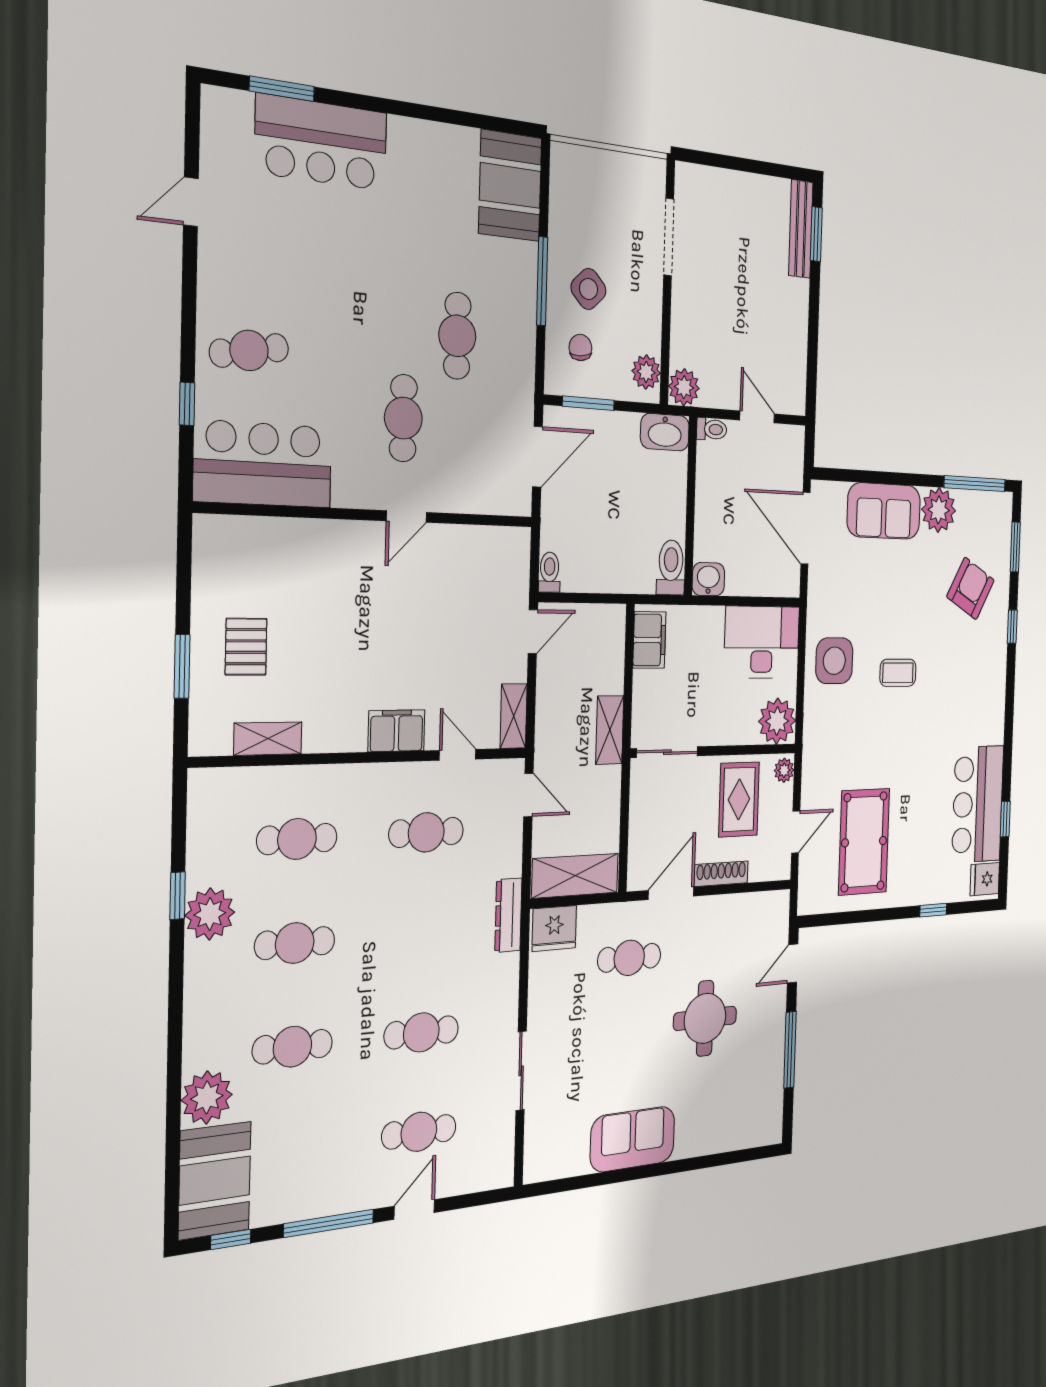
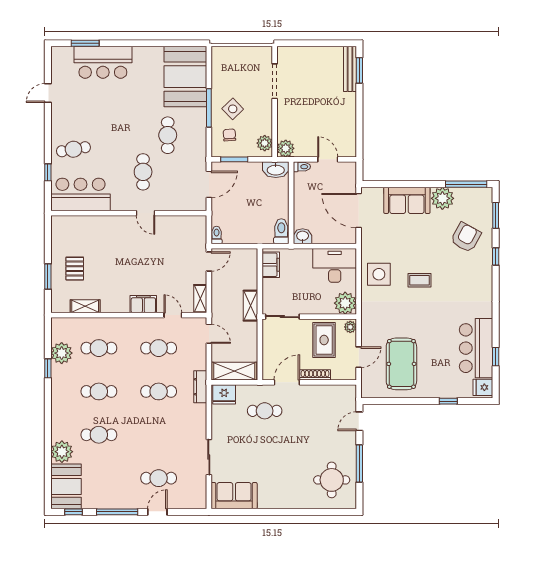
booth: (510, 186) -> (185, 77), width x1.36, depth x1.42
door: (406, 517) -> (146, 213), hinge flipped
plant: (210, 914) -> (62, 353), moved
round table: (705, 1018) -> (332, 480), moved
cafe table: (421, 1032) -> (159, 391), moved
sofa: (633, 1139) -> (234, 496), moved

